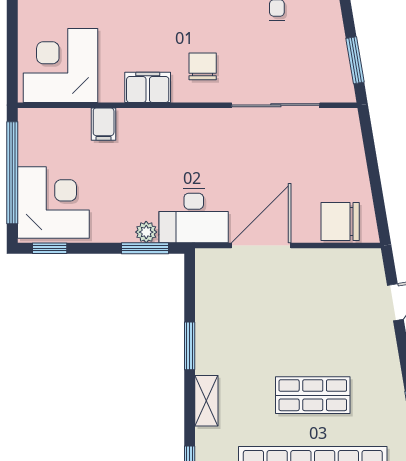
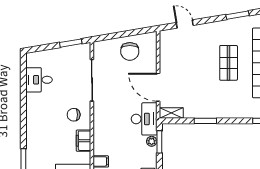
chair: (340, 222) -> (130, 51), moved
shelving: (206, 401) -> (171, 113), moved

